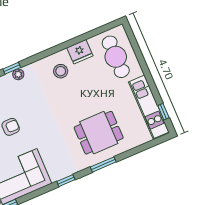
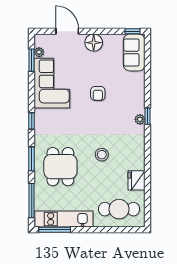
stool: (61, 71) -> (102, 155), moved
window: (163, 112) -> (55, 230), width x2.17
window: (145, 147) -> (32, 201), added

